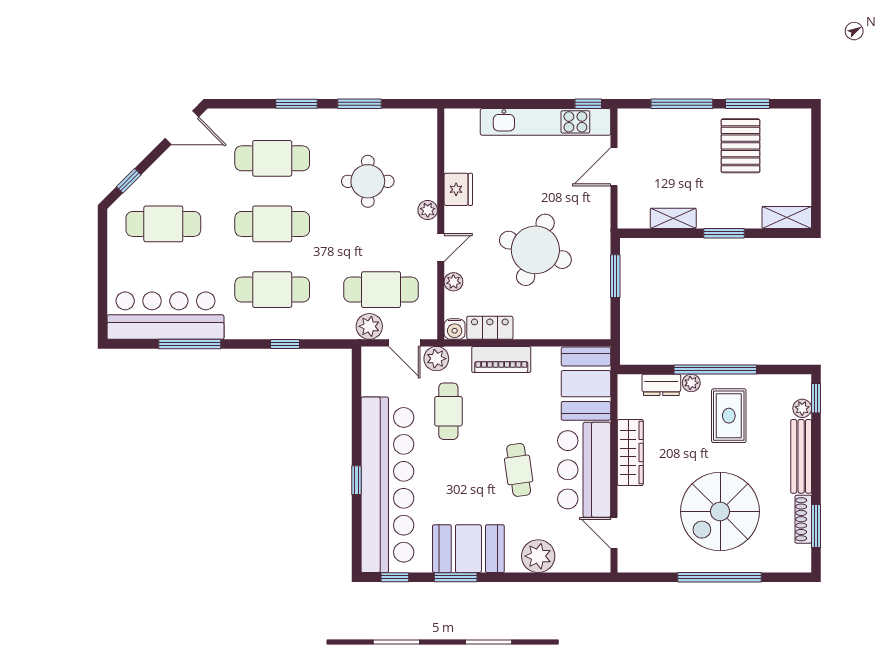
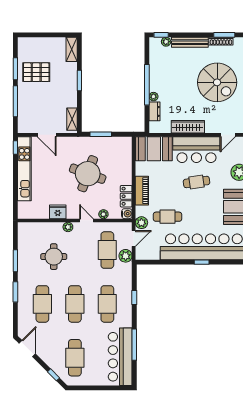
shelving: (673, 218) -> (72, 119), moved
rug: (729, 416) -> (170, 78), removed

